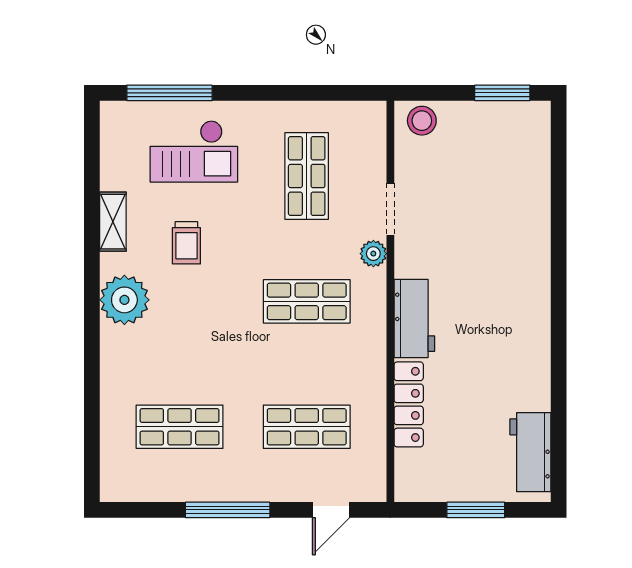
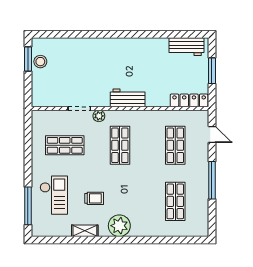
stool: (422, 121) -> (40, 62), moved
locker: (409, 404) -> (189, 100), moved

